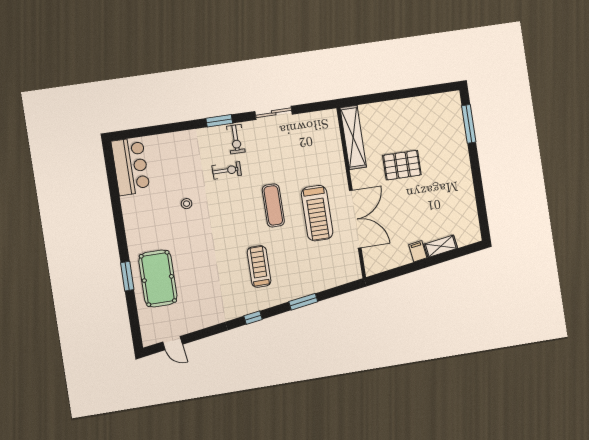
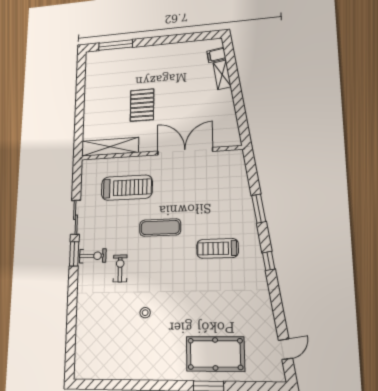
window: (219, 121) -> (74, 254), moved
bar counter: (131, 166) -> (101, 364), removed
treadmill: (317, 213) -> (127, 188), moved
filing cabinet: (418, 251) -> (216, 55), moved

